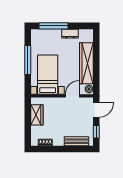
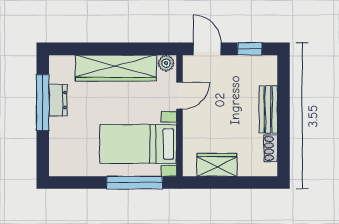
window: (53, 26) -> (43, 102), moved
window: (28, 60) -> (135, 183), moved
door: (72, 96) -> (180, 96), swing flipped
bench: (77, 141) -> (268, 109), moved

